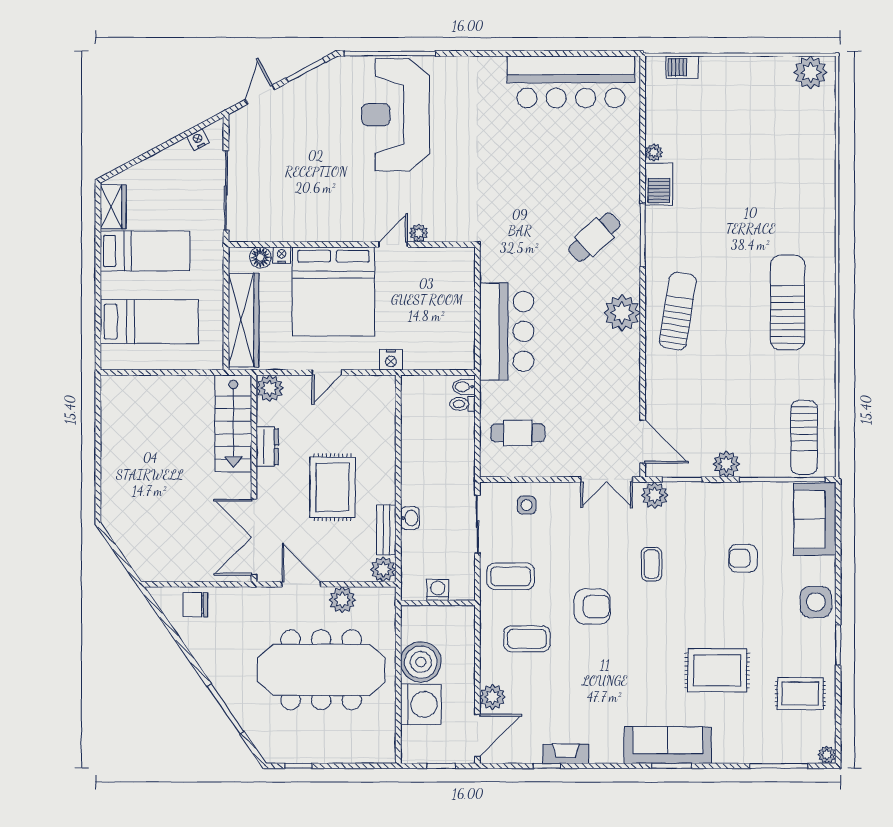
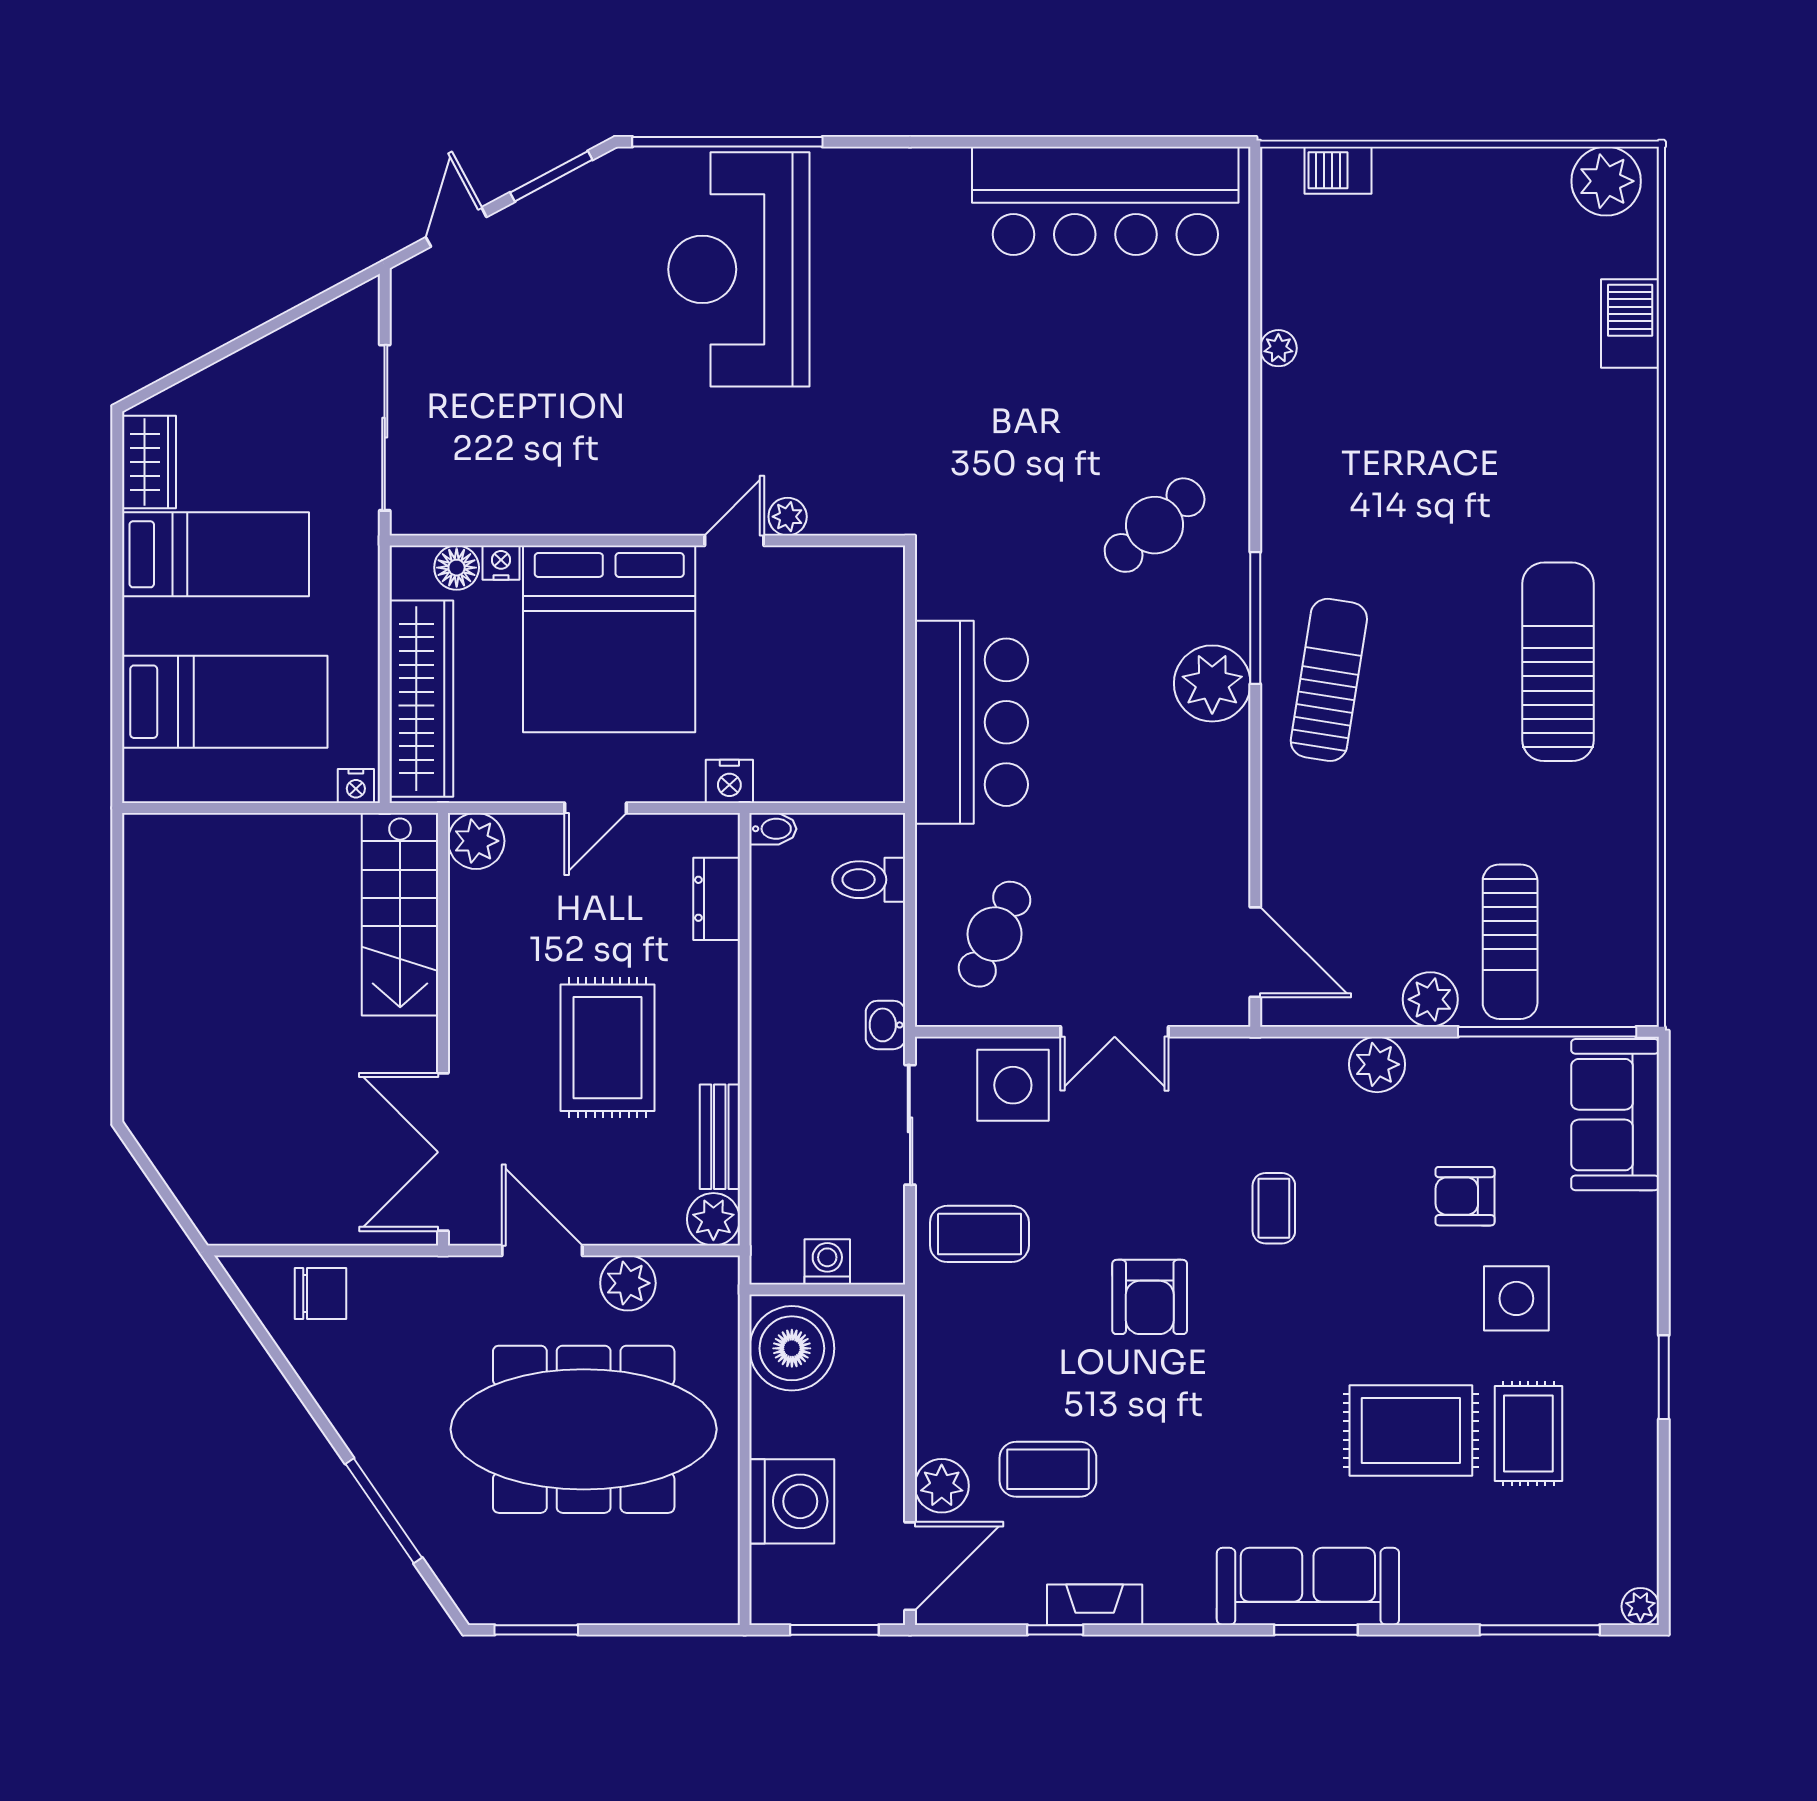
nightstand: (198, 140) -> (356, 786), moved, turned -152
barbecue: (659, 184) -> (1630, 324), moved, turned 180
window: (643, 235) -> (1255, 618), moved
bidet: (464, 387) -> (773, 829), moved, turned 180
toilet: (462, 404) -> (869, 880), width x1.37, depth x1.39
cafe table: (518, 433) -> (995, 934), turned -64
sun lounger: (804, 437) -> (1510, 942), moved
dresser: (267, 447) -> (717, 899), moved, turned 180
double door: (607, 480) -> (1115, 1032), moved
window: (682, 480) -> (1337, 1032), removed
plant: (655, 495) -> (1377, 1064), moved
side table: (527, 505) -> (1013, 1085), width x1.87, depth x1.87
washbasin: (410, 518) -> (885, 1025), moved, turned 180
side table: (816, 602) -> (1516, 1298), moved
chair: (195, 605) -> (321, 1293), turned 180
armchair: (592, 607) -> (1150, 1297), turned 90
coffee table: (527, 639) -> (1048, 1469), moved
boiler: (421, 662) -> (792, 1348), moved
rug: (800, 694) -> (1528, 1434), moved, turned 90
window: (298, 766) -> (536, 1630), width x1.50
window: (441, 766) -> (834, 1630), width x1.50

